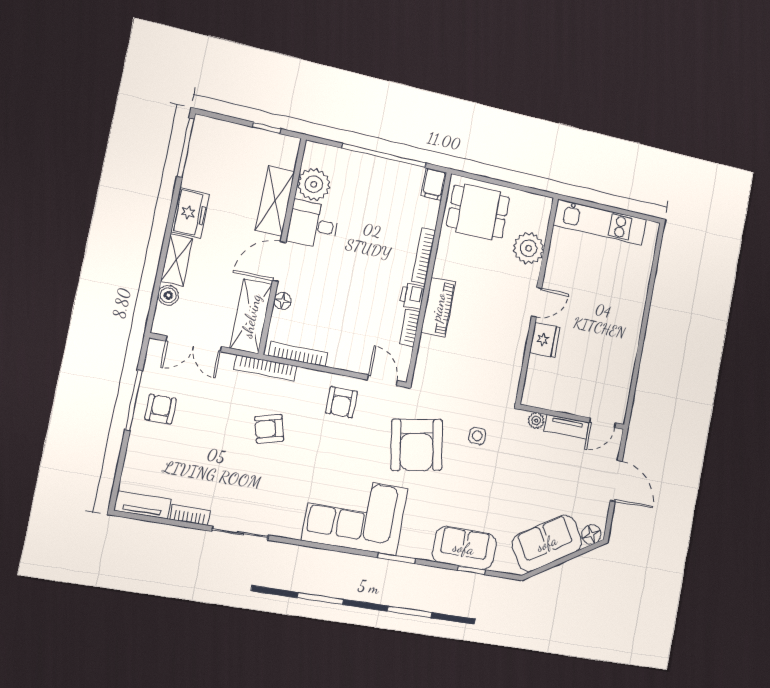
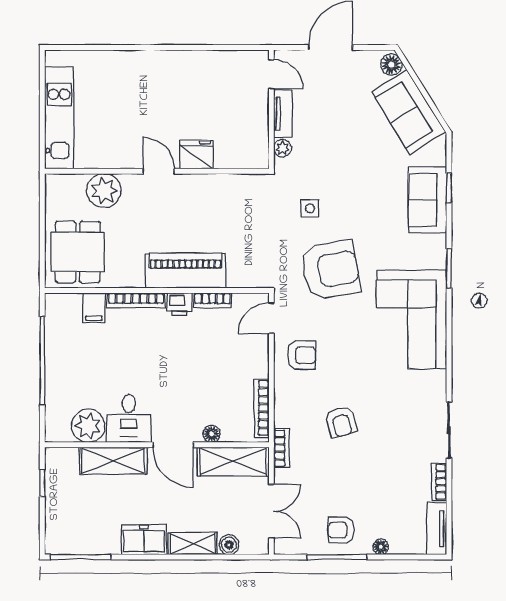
filing cabinet: (434, 184) -> (94, 308), moved, turned 90
piano: (438, 307) -> (185, 271), width x1.37, depth x1.33
bookcase: (266, 368) -> (281, 448), width x0.64
floor lamp: (135, 446) -> (381, 547), added

